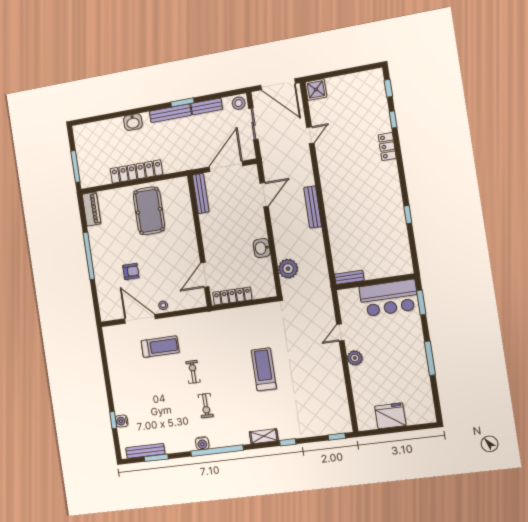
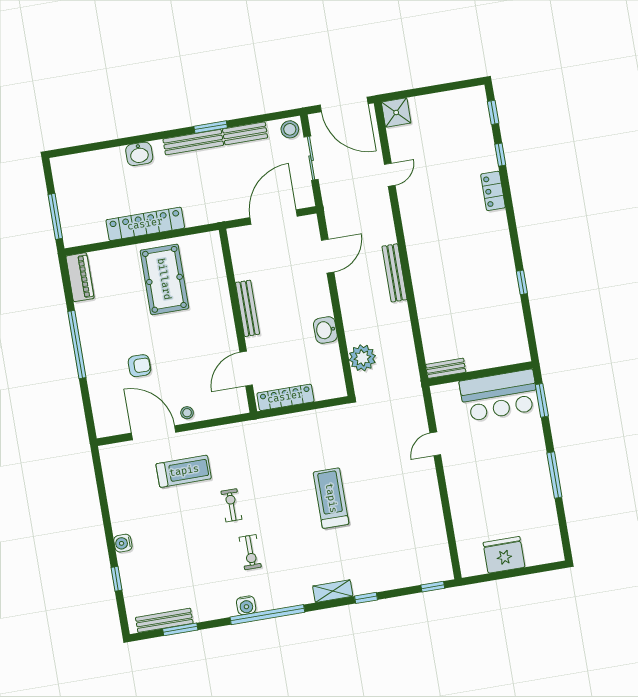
bench: (201, 193) -> (248, 308), moved
plant: (355, 358) -> (455, 478), removed
water cooler: (122, 421) -> (123, 543), moved

